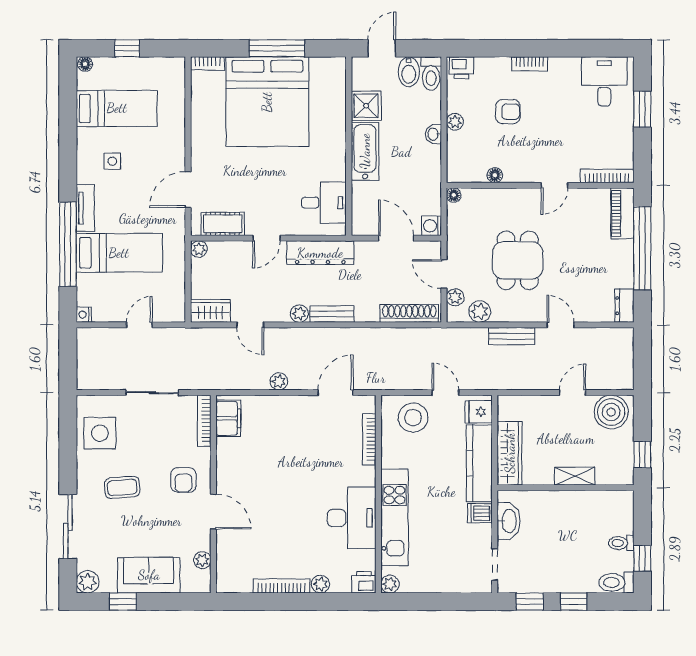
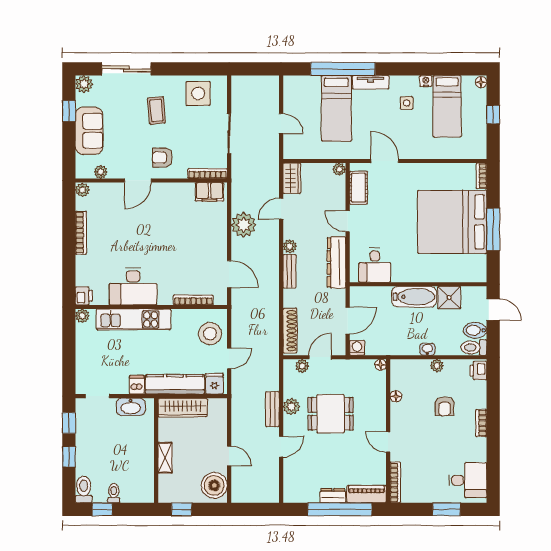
dresser: (624, 306) -> (333, 496), moved
plant: (480, 311) -> (291, 407), moved
nightstand: (84, 315) -> (426, 81), moved
plant: (279, 381) -> (244, 225), width x1.88, depth x1.88
plant: (320, 584) -> (82, 190), moved

